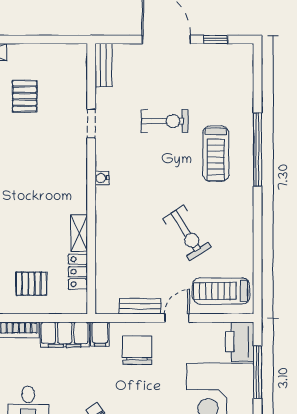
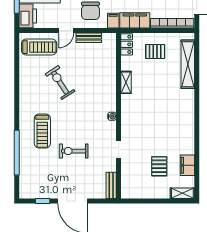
window: (258, 150) -> (17, 153), moved
treadmill: (216, 154) -> (42, 131), turned 180
locker: (78, 272) -> (127, 44), moved

